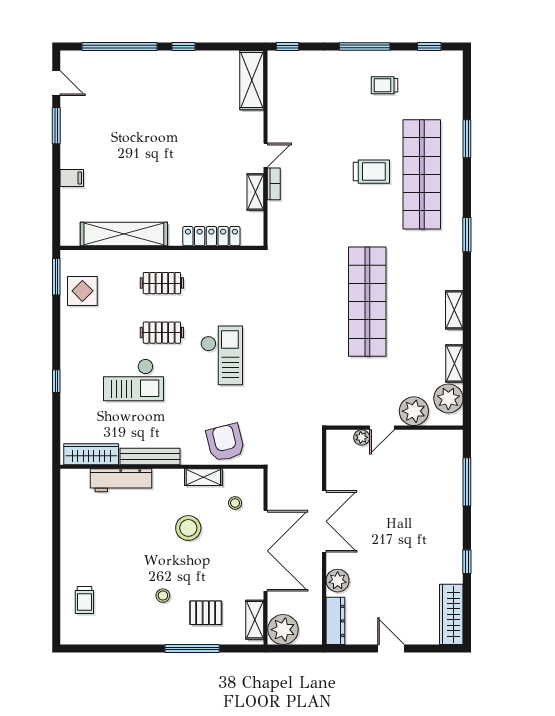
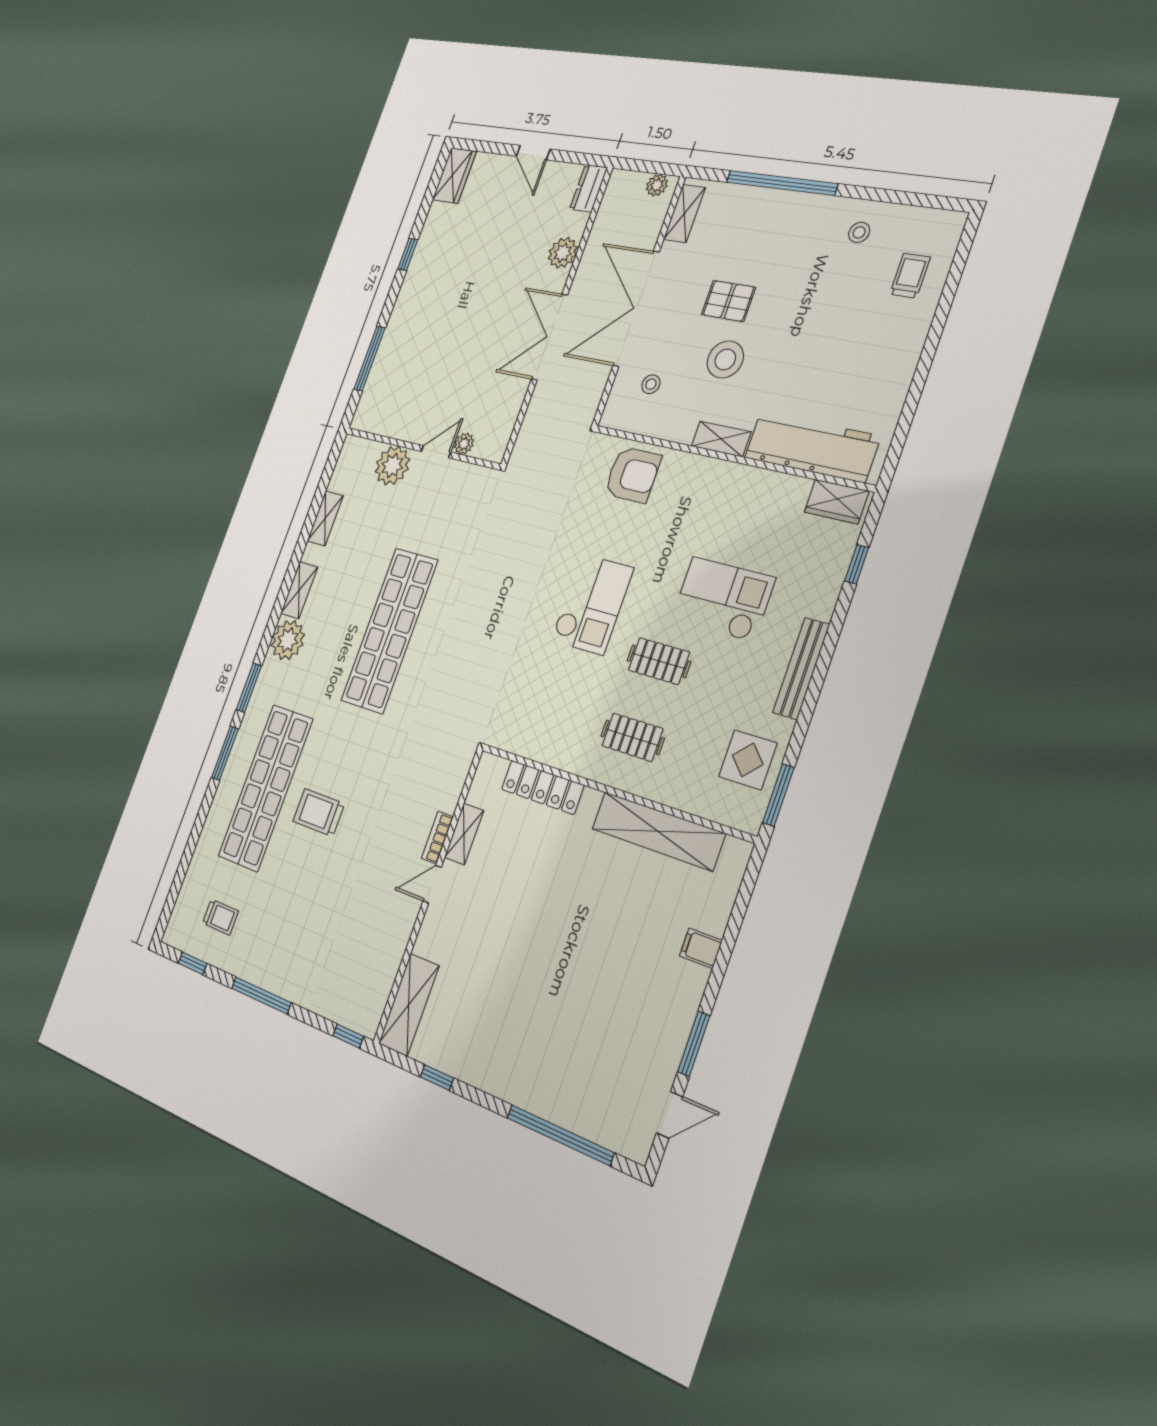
window: (183, 46) -> (437, 1078), moved
door: (56, 83) -> (670, 1115), swing flipped
trolley: (384, 85) -> (220, 917), moved
window: (467, 139) -> (225, 753), moved
checkout: (222, 355) -> (592, 604), turned 180
window: (56, 381) -> (857, 564), moved
plant: (448, 398) -> (288, 640), moved
armchair: (225, 443) -> (633, 475), turned -76
wardrobe: (91, 454) -> (837, 502), width x0.67
bench: (150, 456) -> (801, 668), moved, turned 90
shelving: (203, 477) -> (721, 439), moved
workbench: (121, 480) -> (812, 447), width x1.36, depth x1.32
stool: (163, 596) -> (859, 232), moved
pallet: (206, 613) -> (728, 301), moved
wardrobe: (451, 614) -> (454, 176), width x0.67
dresser: (335, 621) -> (589, 188), width x0.70
plant: (283, 630) -> (657, 185), width x0.53, depth x0.53
window: (192, 649) -> (782, 183), width x1.46

